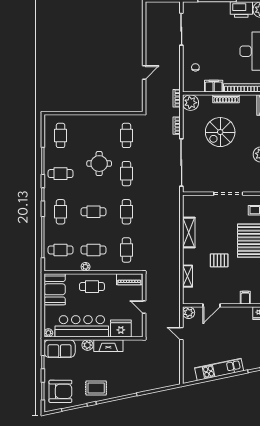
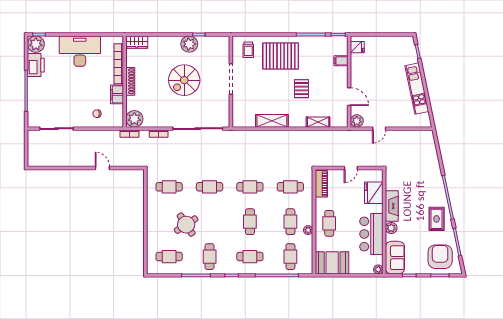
spiral stairs: (220, 132) -> (184, 80), moved, turned 90
round table: (99, 164) -> (186, 225), moved, turned -33
bar counter: (82, 326) -> (371, 234), width x0.73

